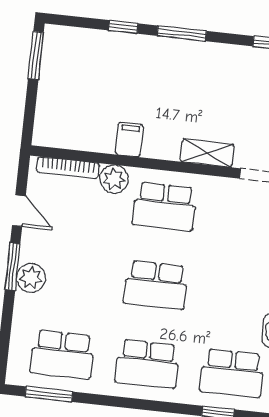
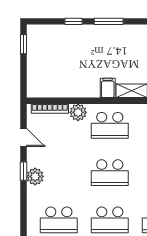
window: (36, 55) -> (23, 44), width x0.67
filing cabinet: (129, 140) -> (108, 88), moved
window: (13, 267) -> (23, 171), width x0.67

